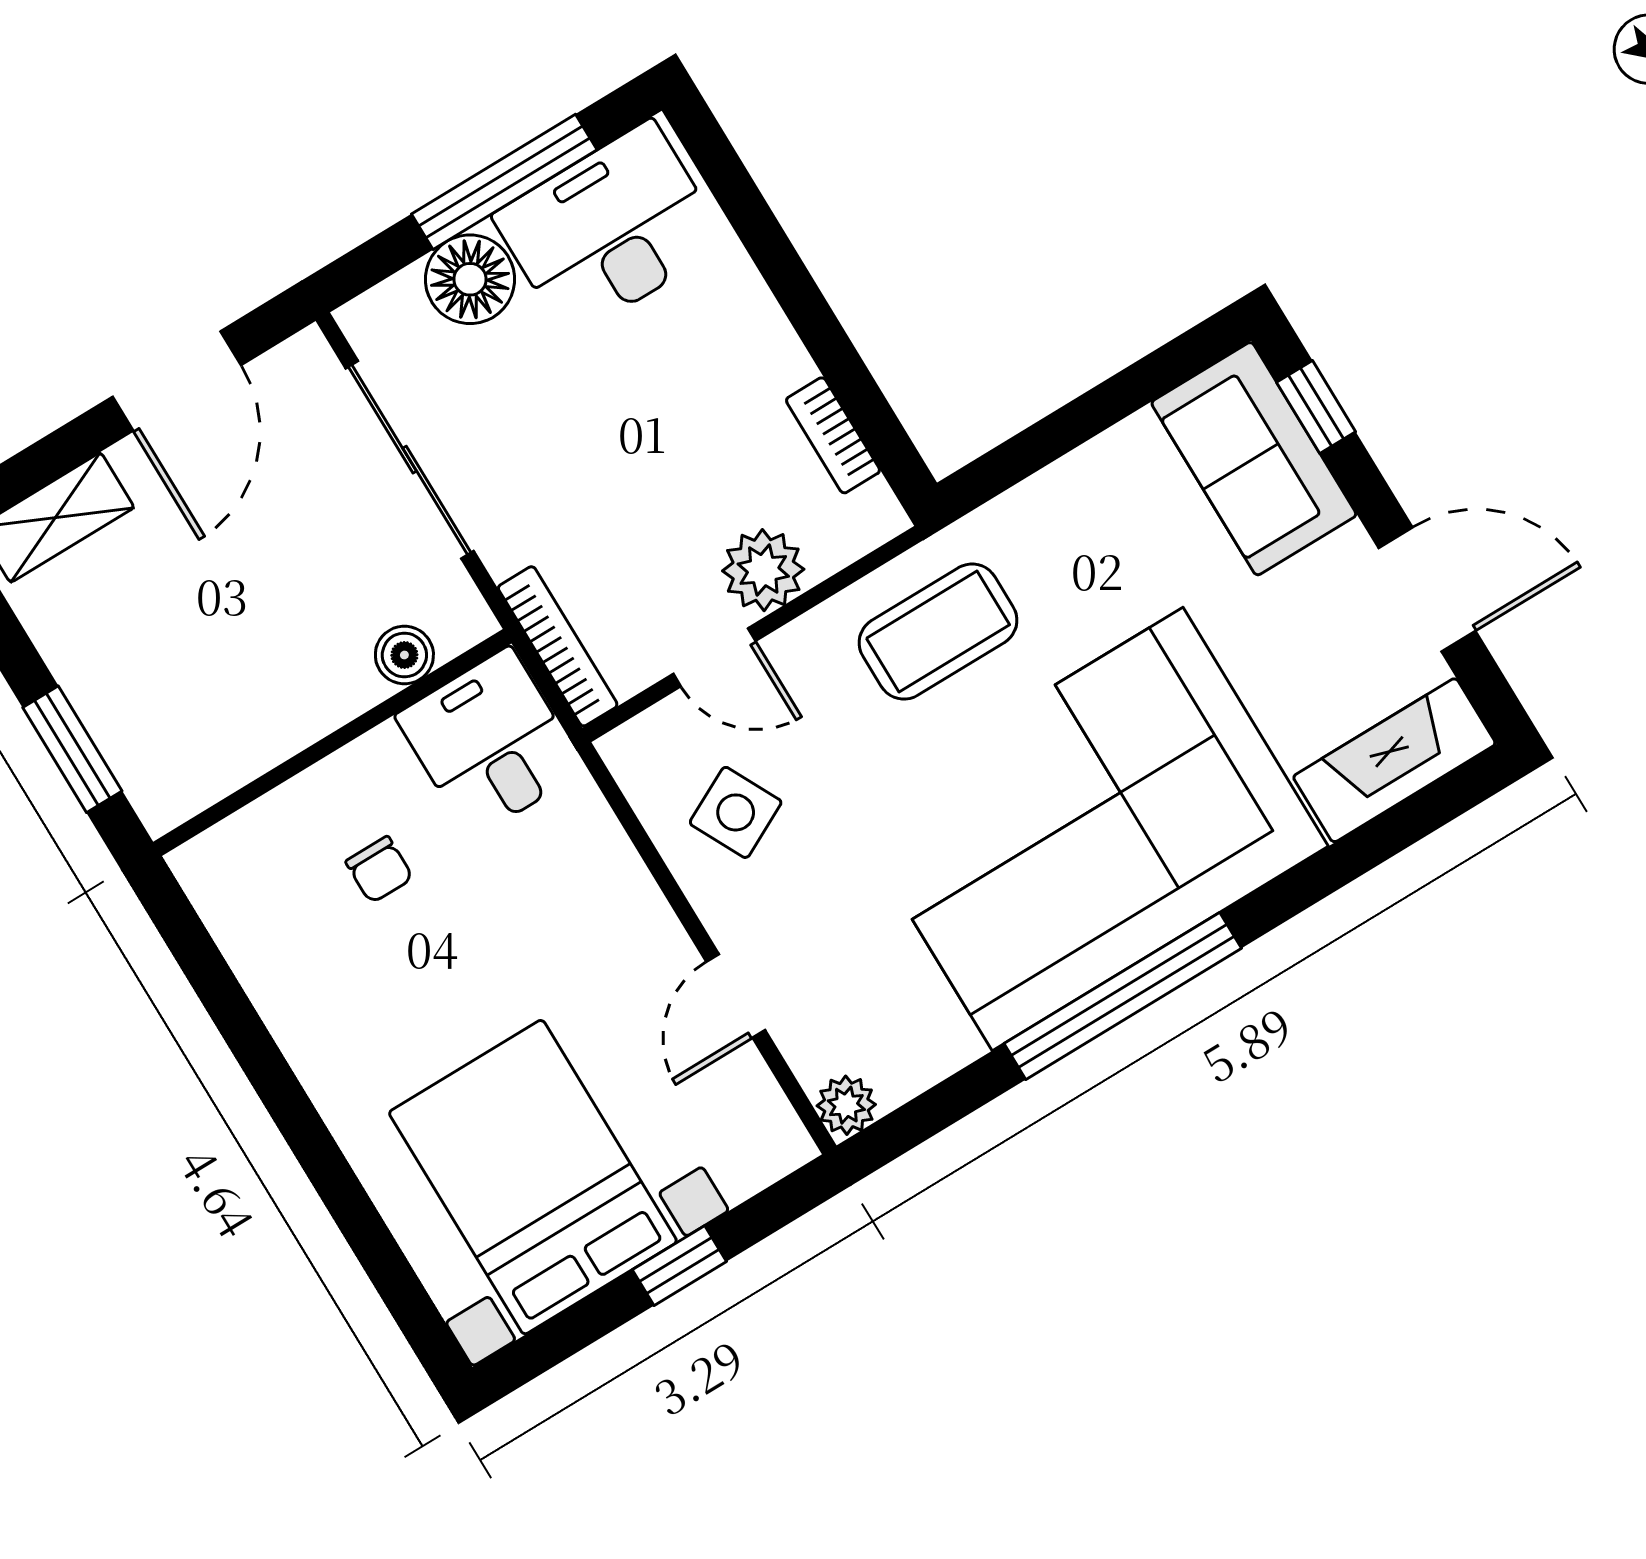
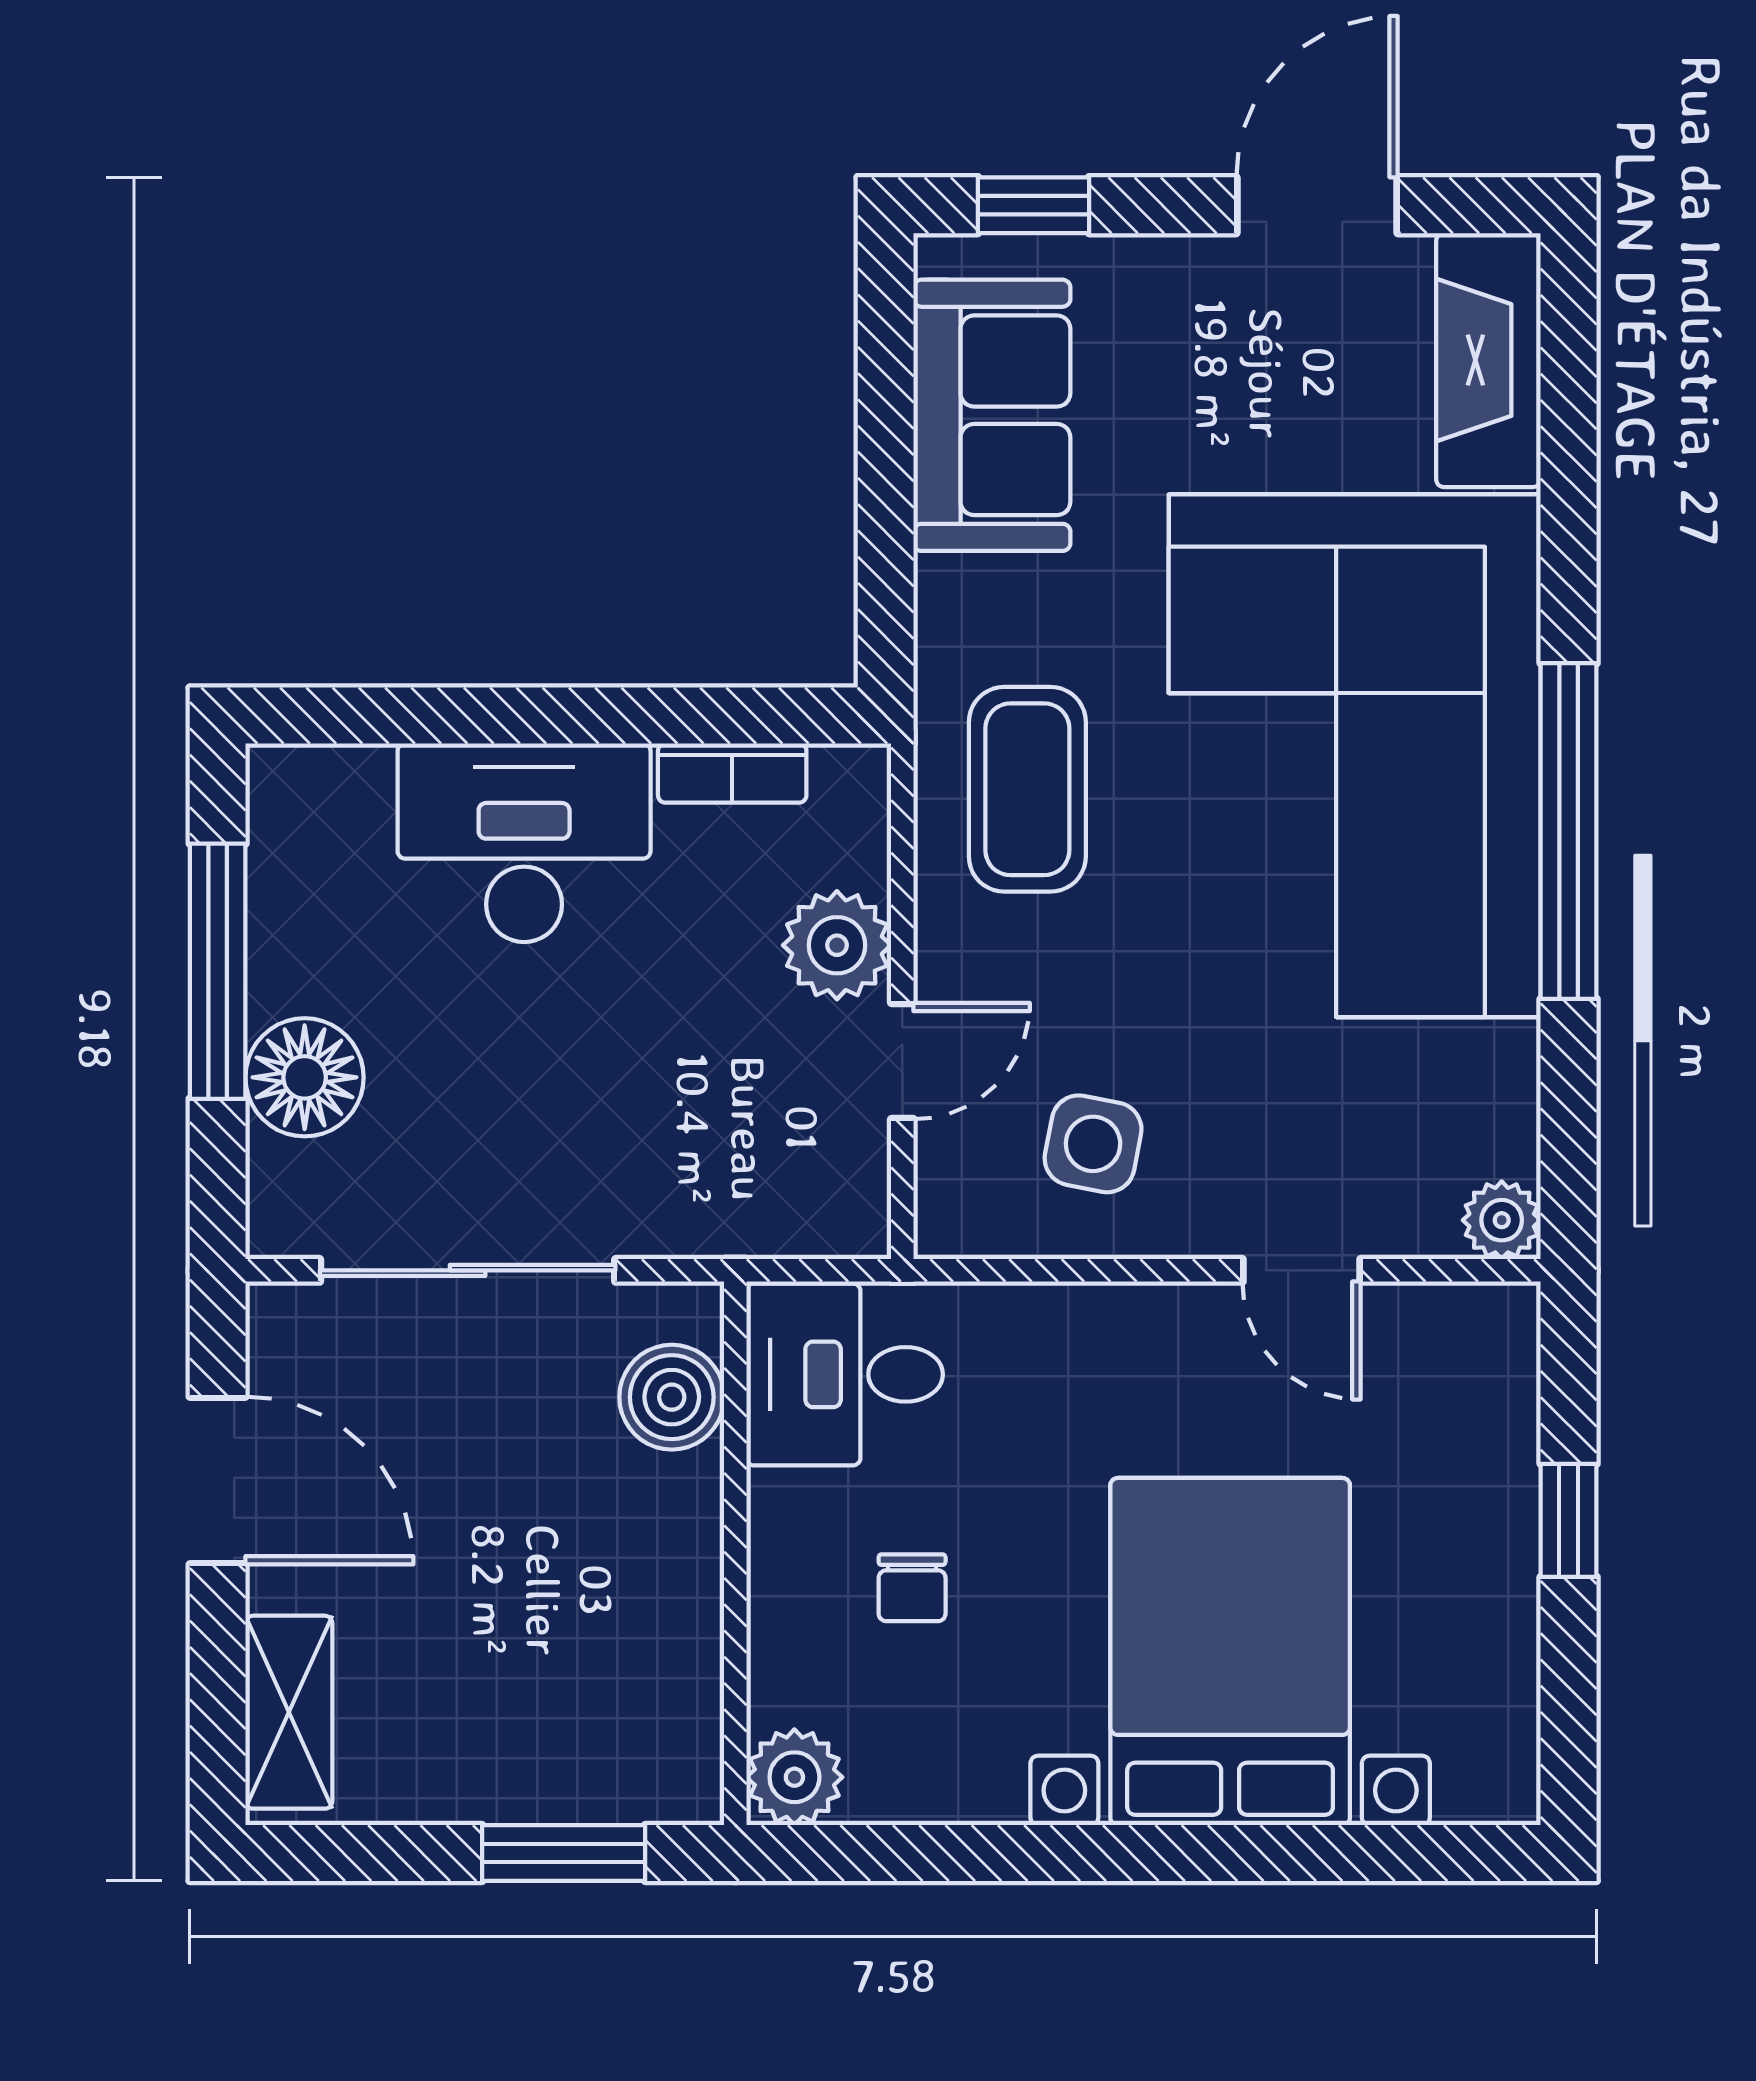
desk: (610, 230) -> (524, 843), moved, turned 90
sofa: (1254, 459) -> (992, 415), moved, turned -90
bookcase: (558, 646) -> (782, 1231), removed
boiler: (404, 655) -> (672, 1397), width x1.36, depth x1.36
side table: (736, 812) -> (1093, 1144), turned 38
plant: (211, 868) -> (794, 1777), added
chair: (379, 870) -> (912, 1588), turned 90
bed with nightstands: (533, 1177) -> (1230, 1652), moved, turned 90

